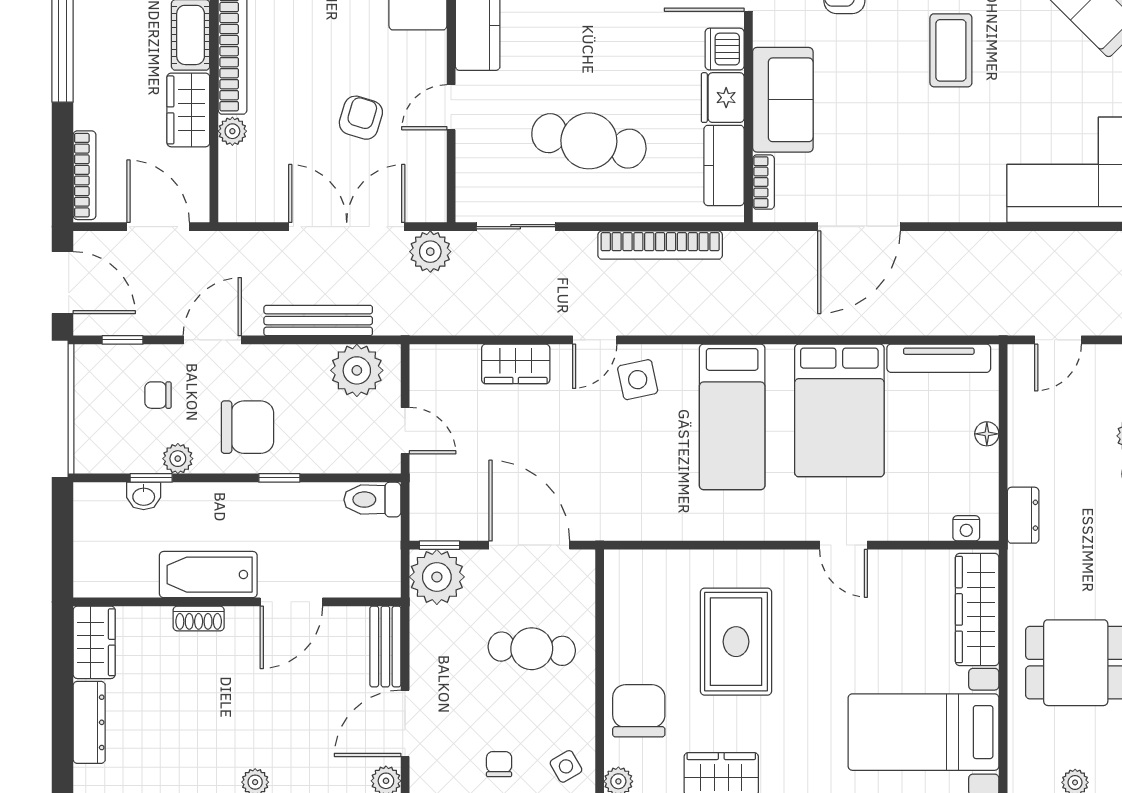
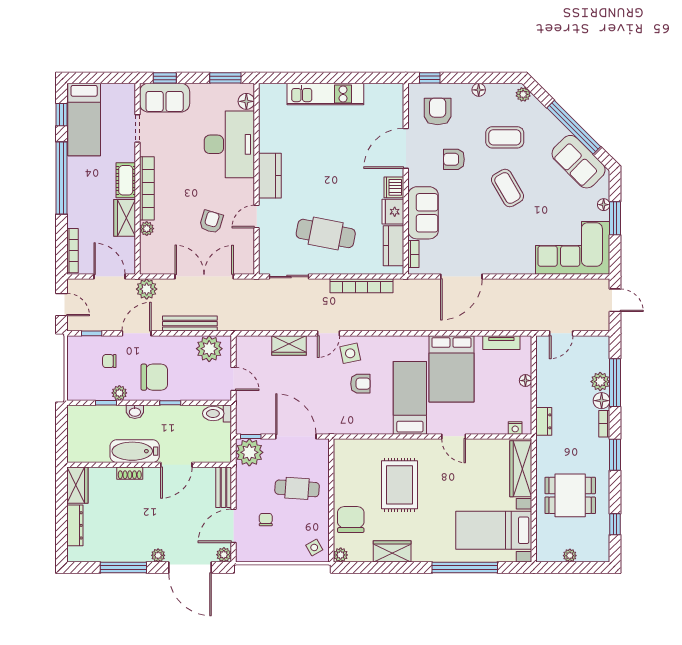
coffee table: (951, 50) -> (507, 188), turned -30
plant: (430, 252) -> (147, 289), moved
door: (63, 283) -> (61, 305), width x0.73
tv unit: (939, 358) -> (501, 343), width x0.71
bed: (732, 417) -> (410, 398), moved, turned 180
armchair: (658, 440) -> (360, 384), added
washbasin: (144, 496) -> (135, 412), moved
chair: (499, 764) -> (266, 520), moved

